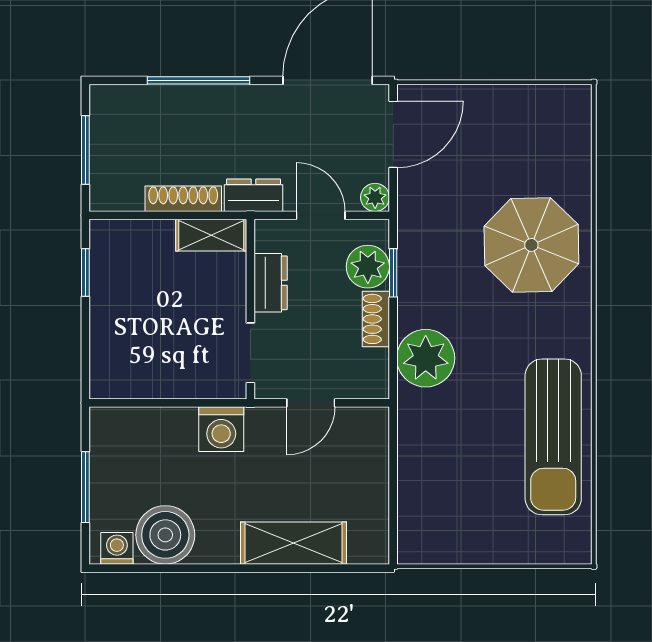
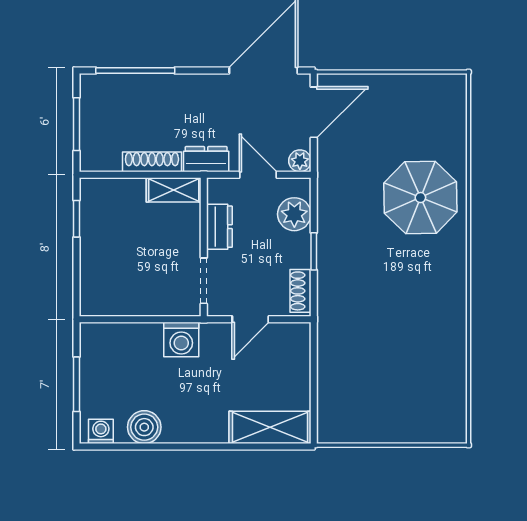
window: (198, 80) -> (135, 71), moved
window: (393, 273) -> (314, 251), moved
shoe rack: (376, 319) -> (300, 291), moved
plant: (426, 358) -> (339, 285), removed
sun lounger: (553, 437) -> (437, 345), removed
boiler: (165, 535) -> (144, 427), width x0.73, depth x0.73
shelving: (293, 543) -> (270, 427), moved

